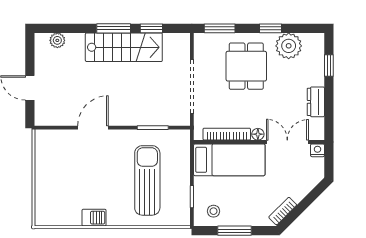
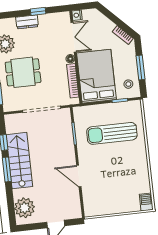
plant: (57, 40) -> (25, 208), width x1.88, depth x1.88
window: (329, 65) -> (38, 11), moved
dresser: (316, 102) -> (27, 22), moved
double door: (287, 142) -> (74, 37), swing flipped
bed: (229, 160) -> (96, 76), width x1.50
barbecue: (94, 218) -> (146, 202), moved

